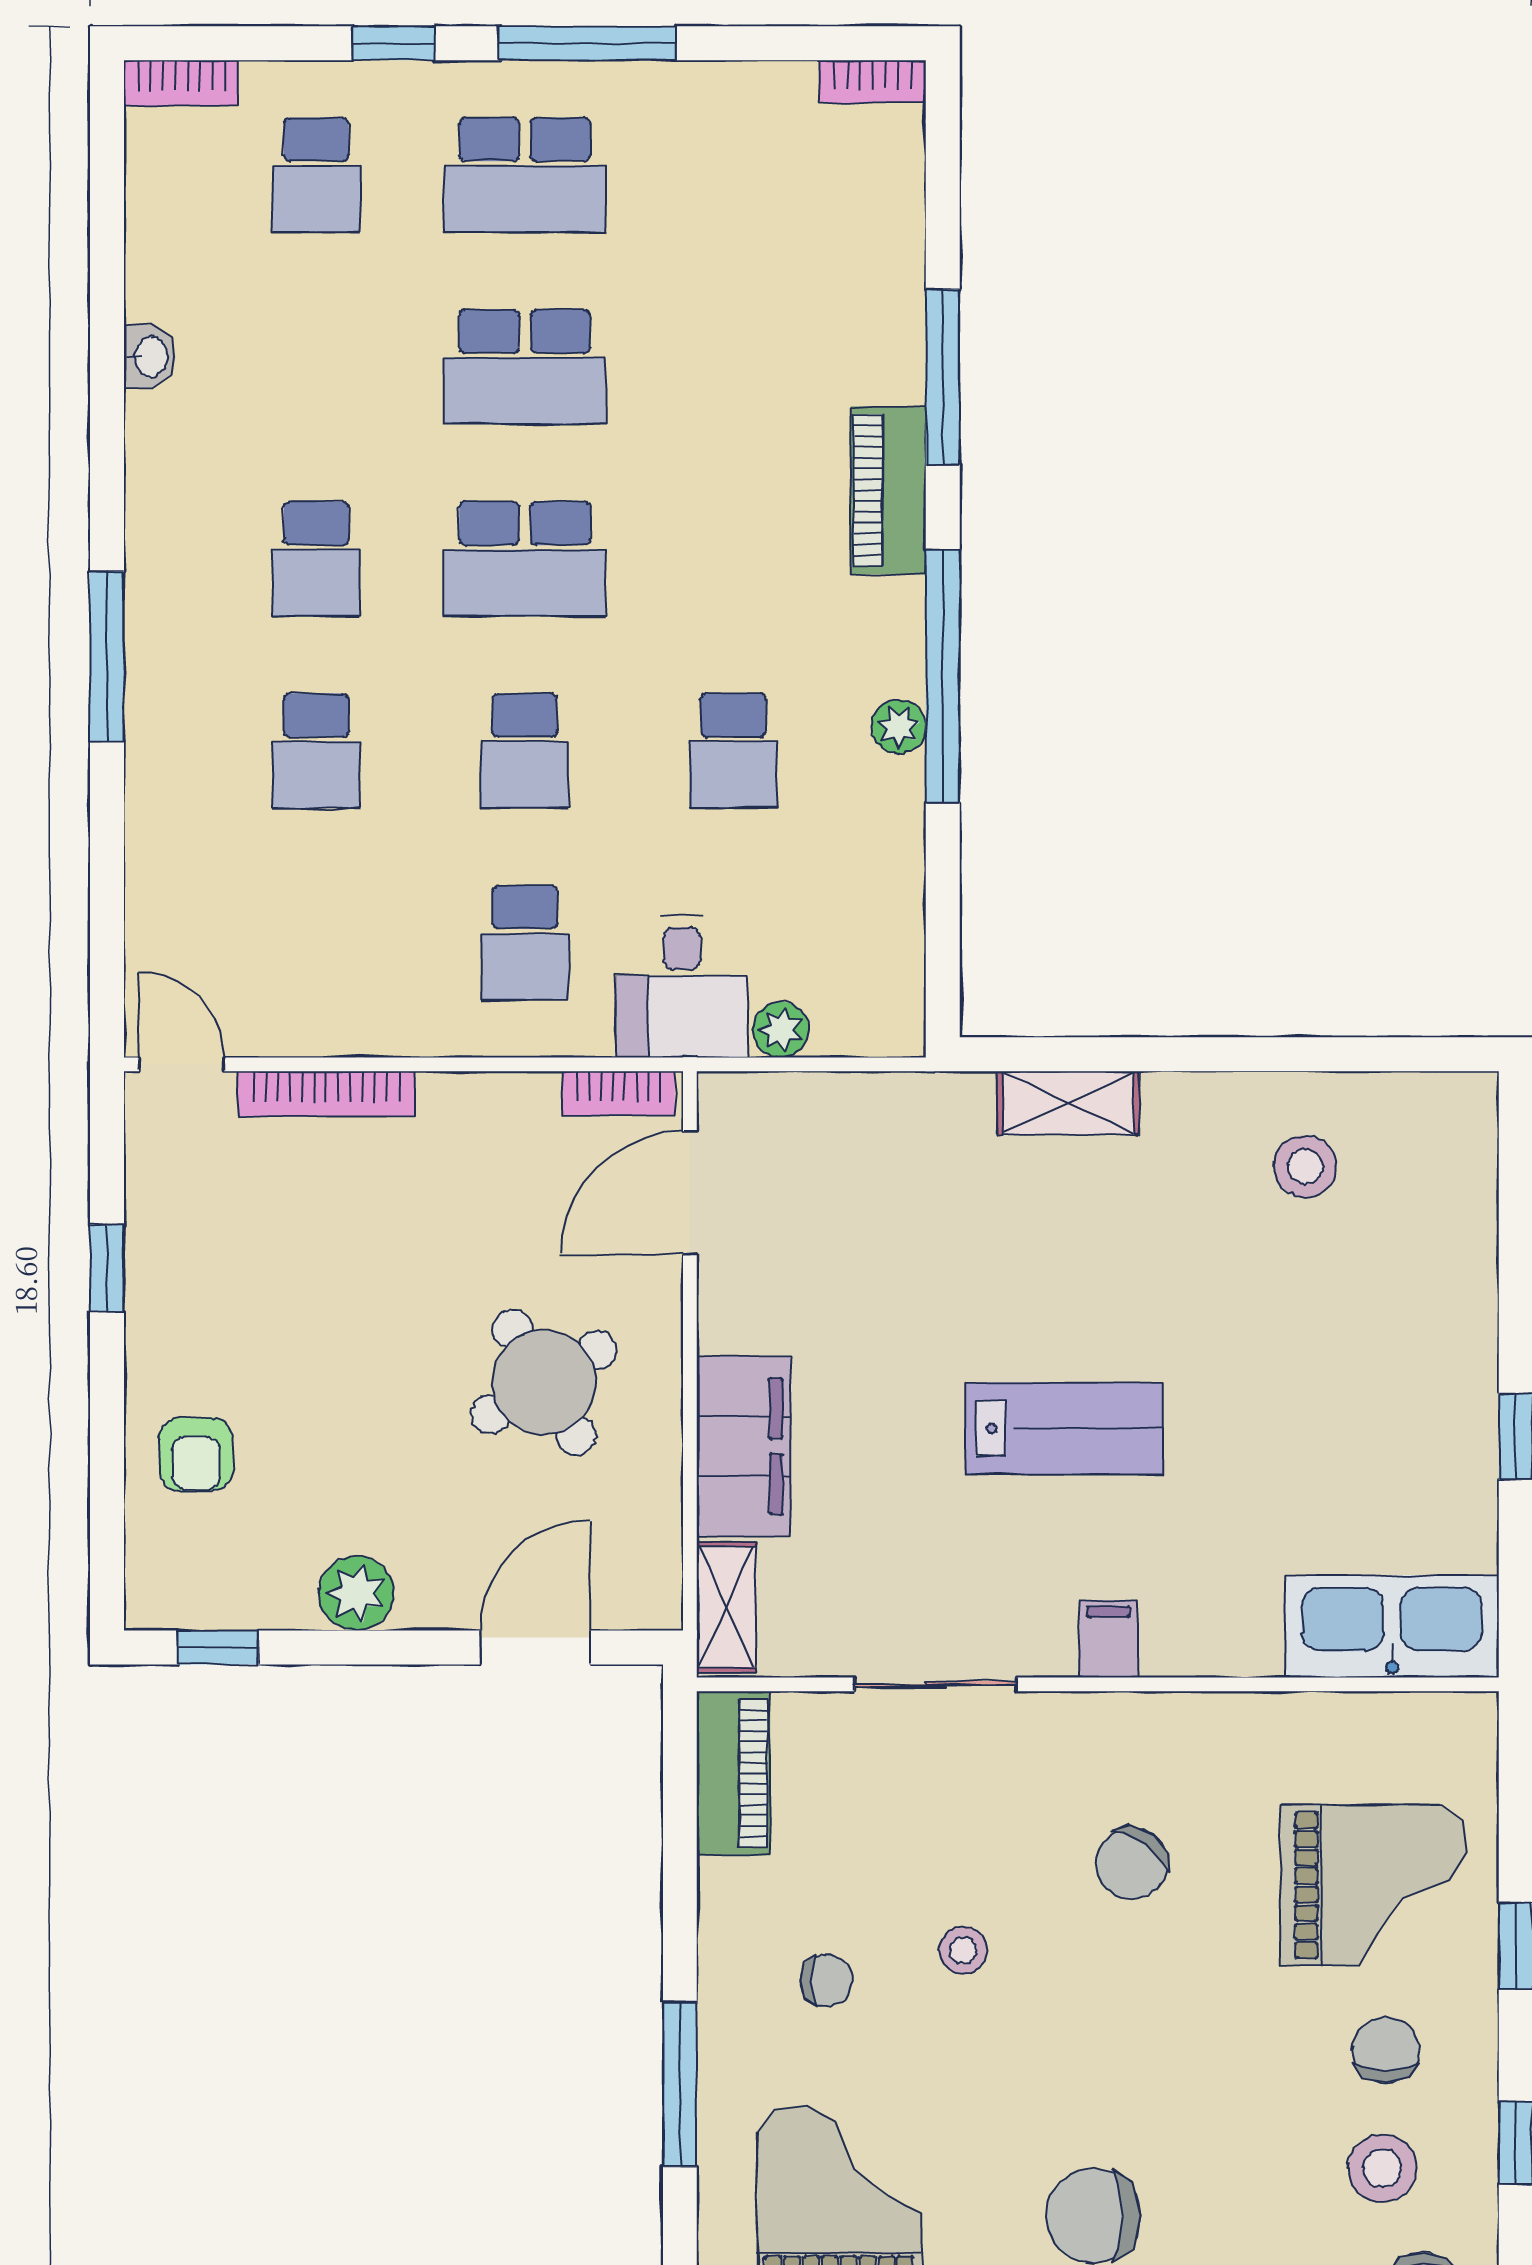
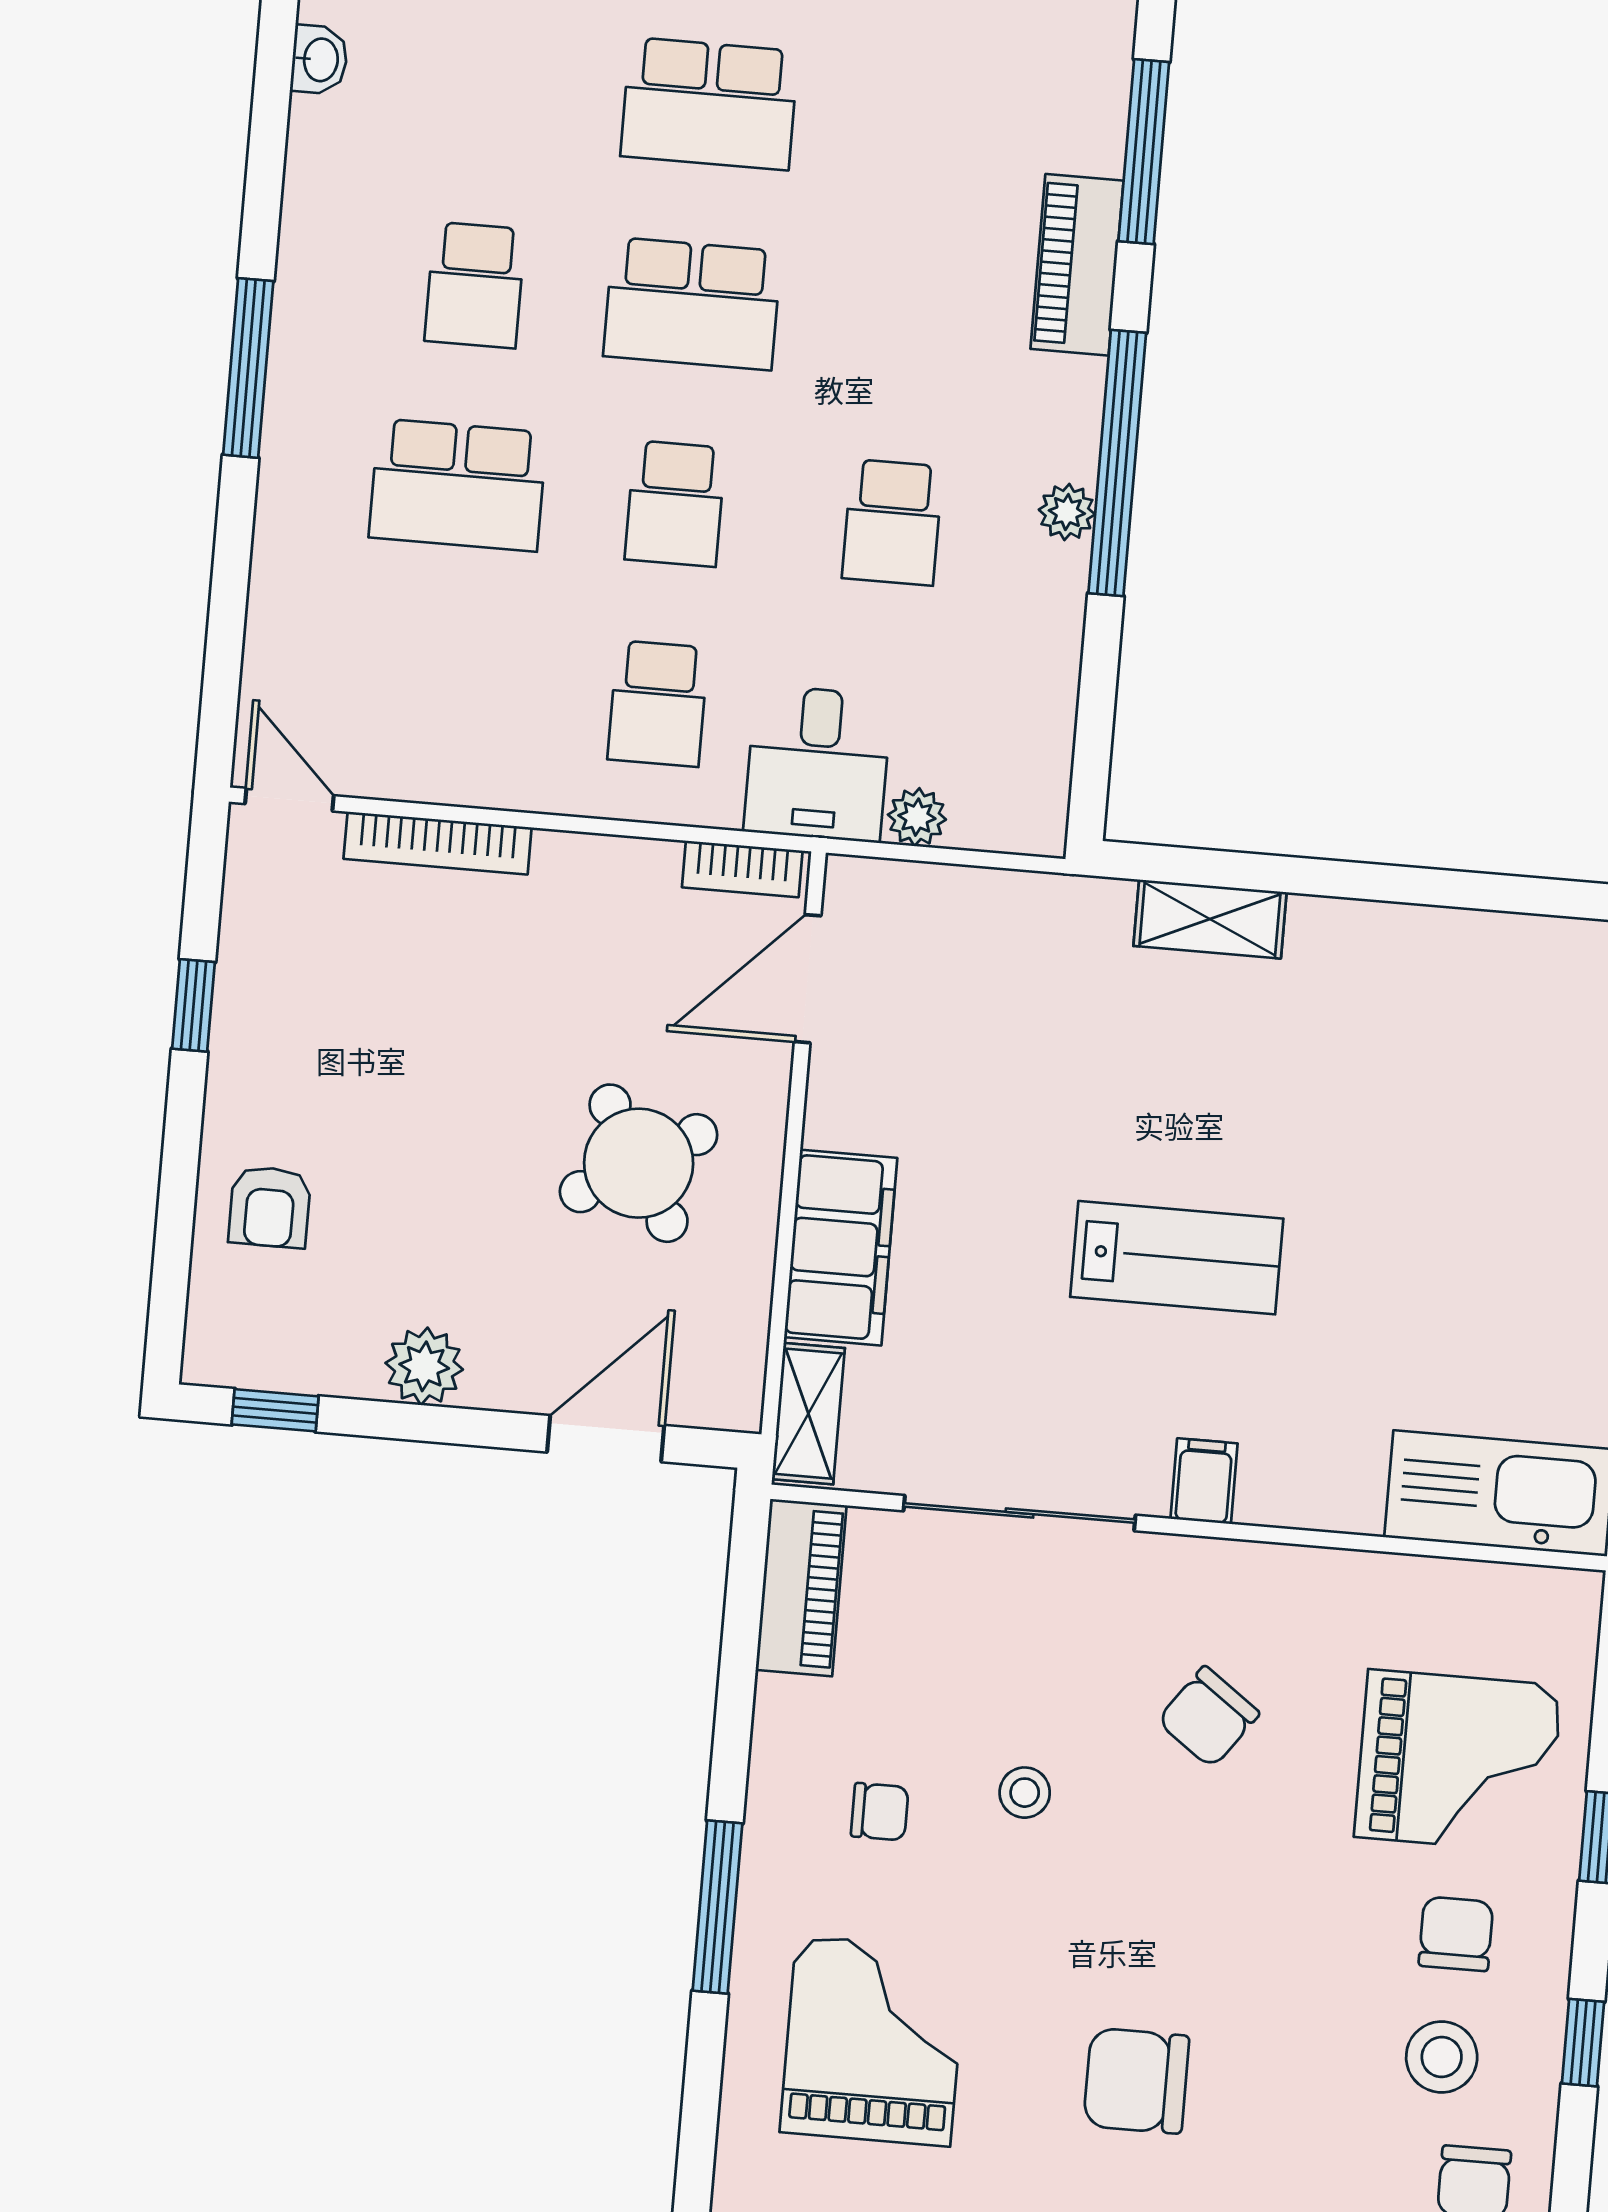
school desk: (316, 751) -> (458, 485), width x1.85
stool: (1305, 1166) -> (1451, 1006), removed
sliding door: (935, 1684) -> (1020, 1513), width x1.37

